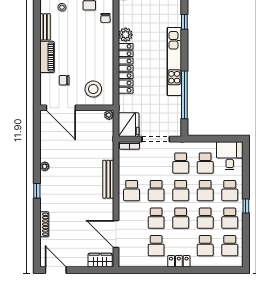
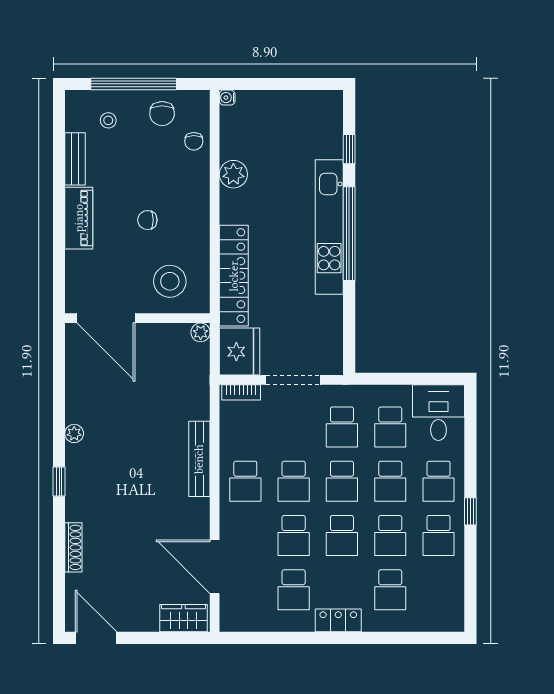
locker: (126, 68) -> (234, 276), moved
chair: (64, 80) -> (147, 220), moved
window: (184, 95) -> (349, 234), moved
school desk: (230, 246) -> (439, 590), removed

